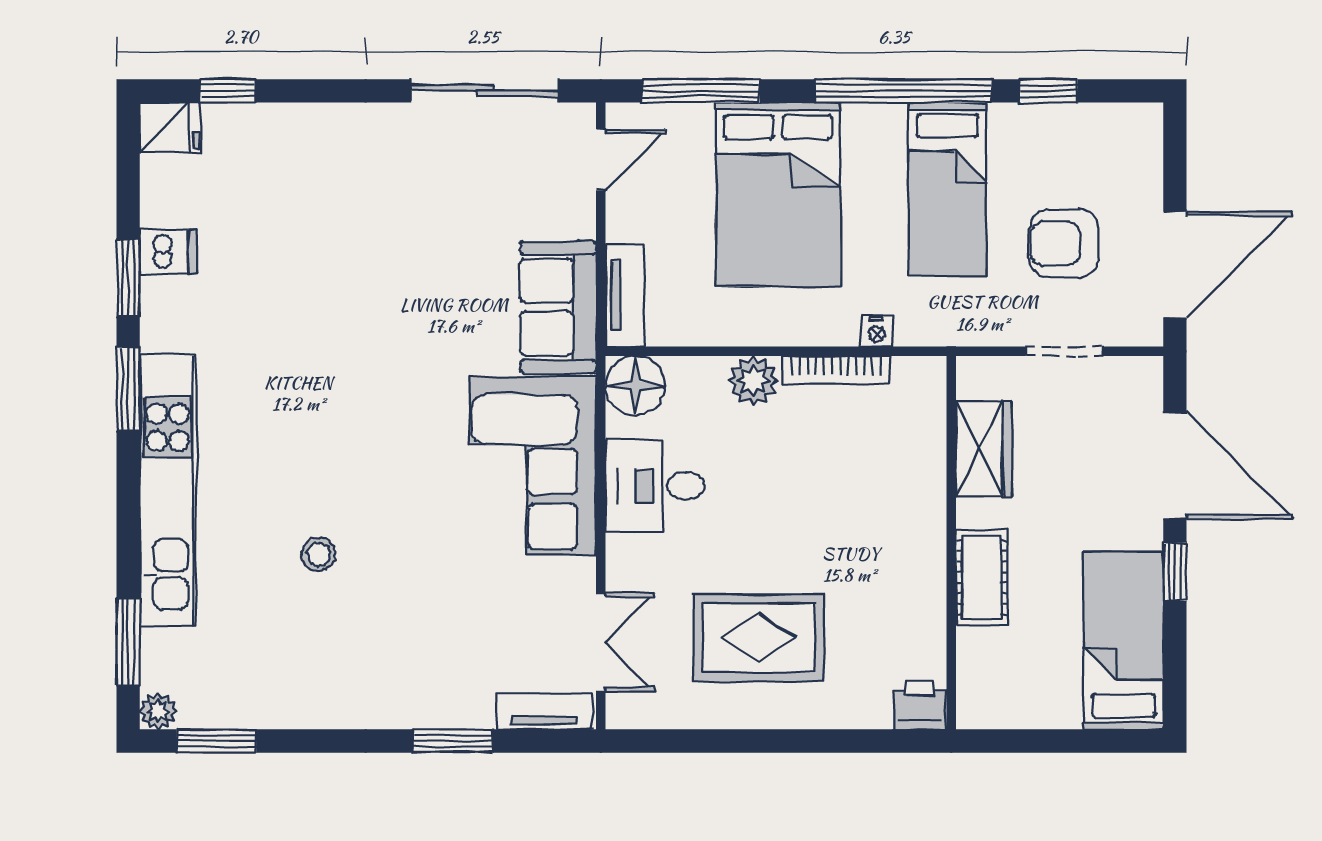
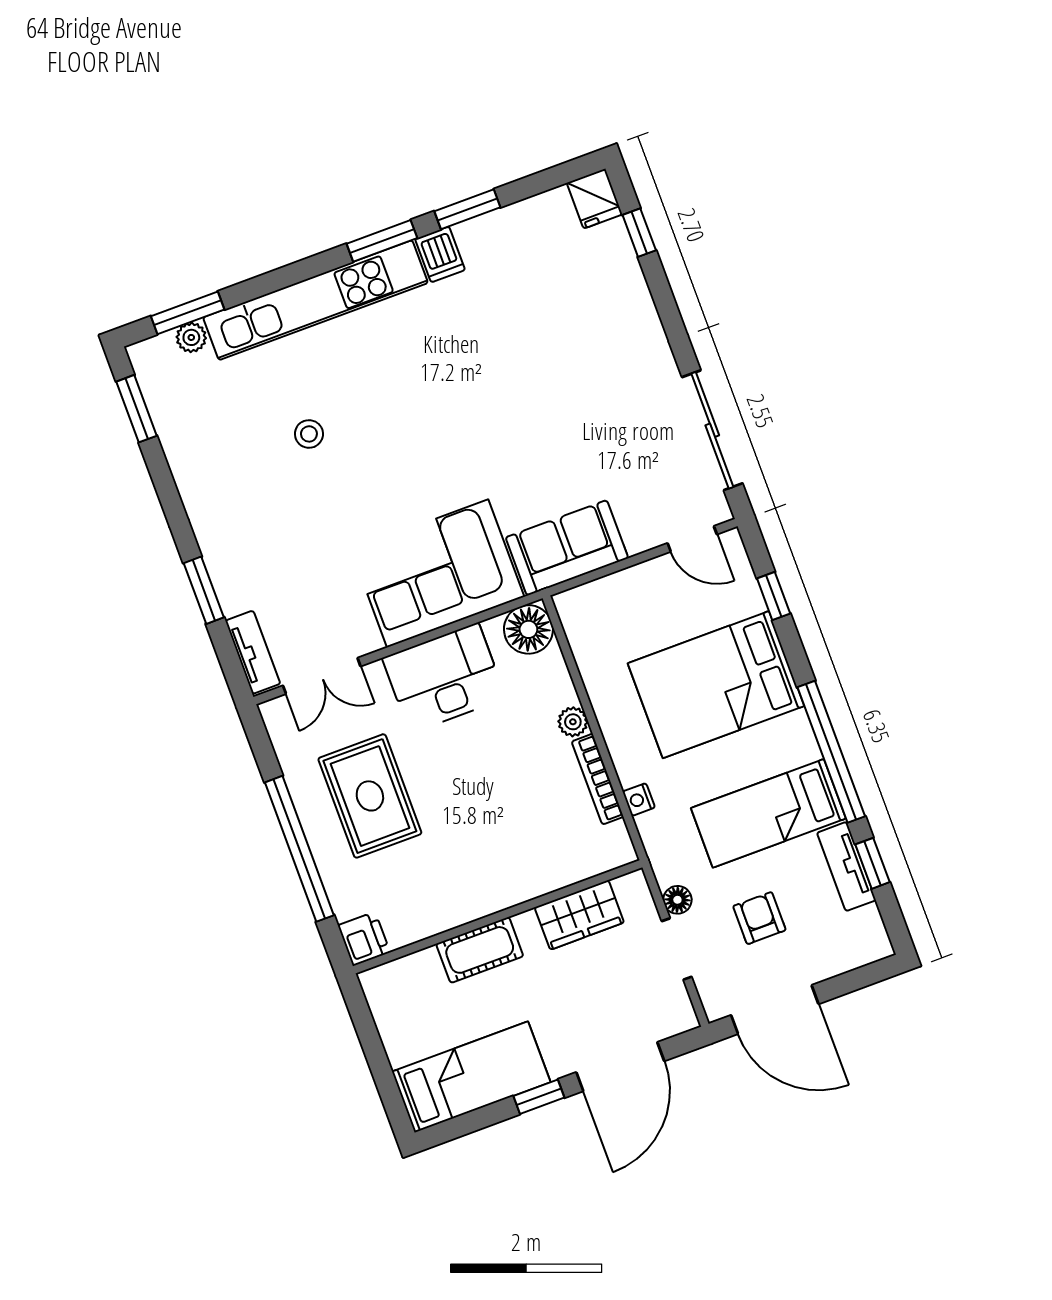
window: (701, 91) -> (774, 596), width x0.46
armchair: (1064, 243) -> (759, 918), width x0.72, depth x0.72
dishwasher: (168, 252) -> (440, 254), moved
tv unit: (625, 295) -> (846, 866), moved, turned 90
floor lamp: (1008, 330) -> (677, 900), added
plant: (753, 381) -> (573, 722), width x0.73, depth x0.73
desk: (655, 486) -> (444, 678), width x1.37
plant: (158, 711) -> (191, 337), moved
window: (789, 741) -> (299, 849), added

